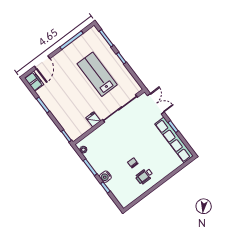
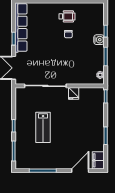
lab bench: (97, 74) -> (43, 127), width x0.73, depth x0.72

